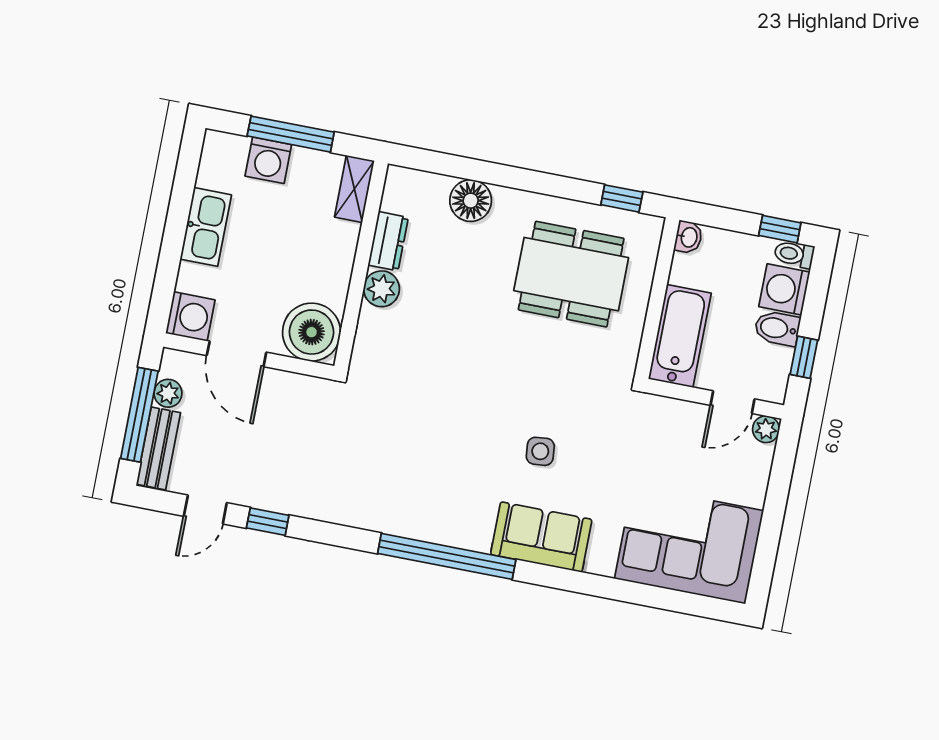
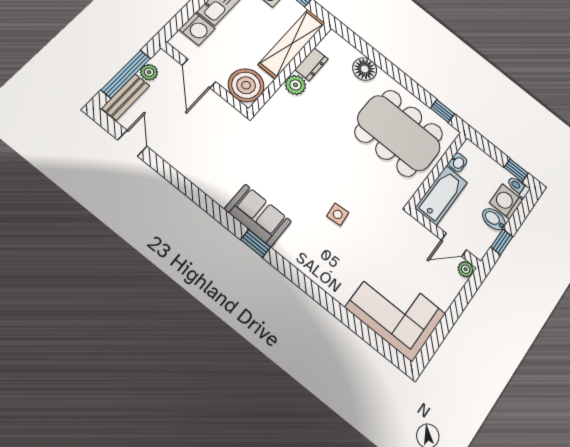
shelving: (354, 189) -> (292, 44), width x2.20, depth x1.33
washbasin: (688, 237) -> (458, 162), moved
dining table: (571, 274) -> (399, 133), width x1.36, depth x1.24
washing machine: (190, 317) -> (197, 29), moved
door: (205, 509) -> (132, 143), swing flipped
window: (268, 522) -> (164, 169), removed
sofa: (541, 537) -> (258, 215), moved
window: (447, 556) -> (256, 243), width x0.32

